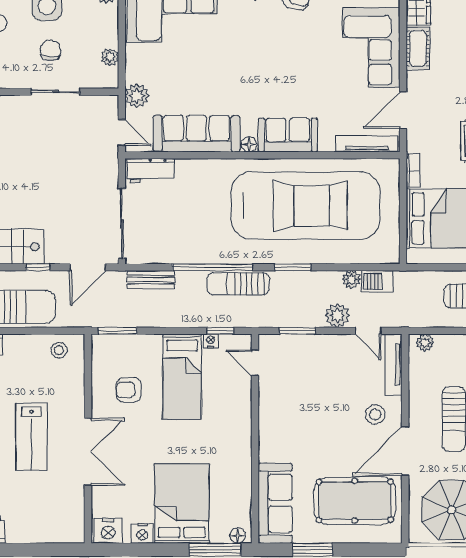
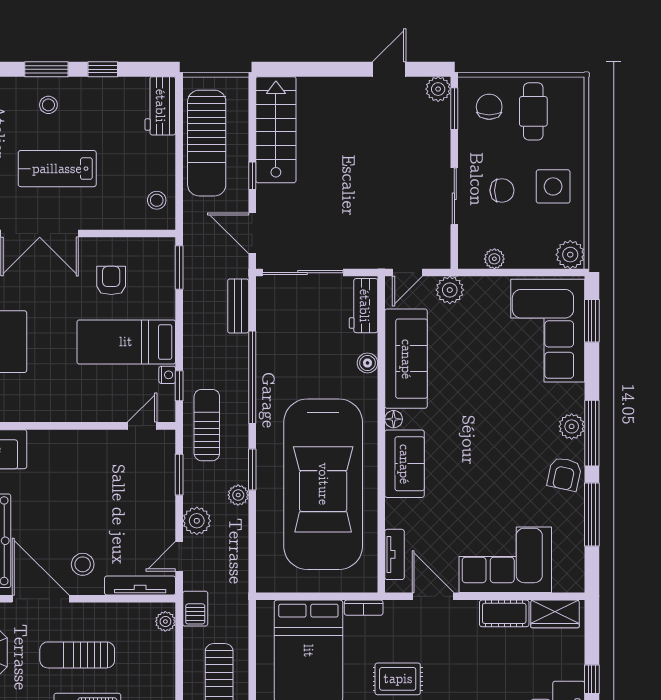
tv unit: (367, 144) -> (394, 554), width x0.71
boiler: (200, 167) -> (367, 363), added
plant: (351, 279) -> (238, 495), moved
barbecue: (377, 281) -> (195, 609), moved, turned 180
sun lounger: (238, 284) -> (207, 425), moved

